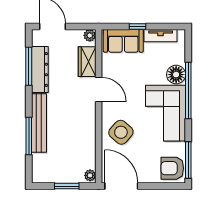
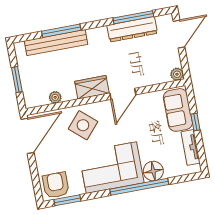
wardrobe: (87, 62) -> (92, 87), moved
bench: (39, 123) -> (56, 43), moved
window: (188, 160) -> (67, 200), width x0.69
plant: (90, 175) -> (55, 97), moved

